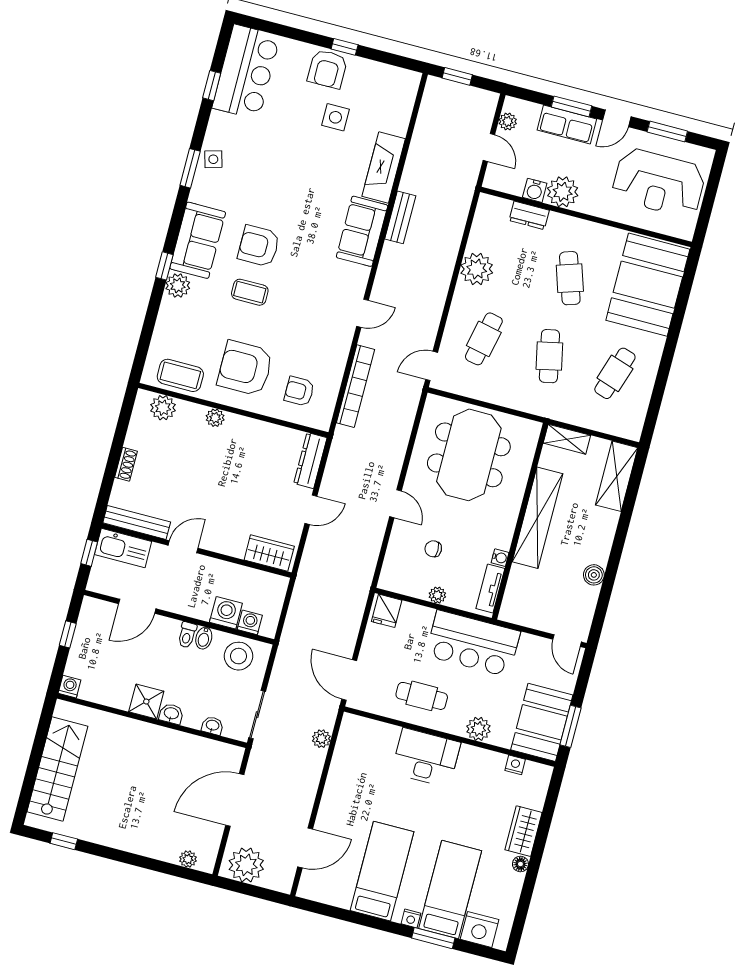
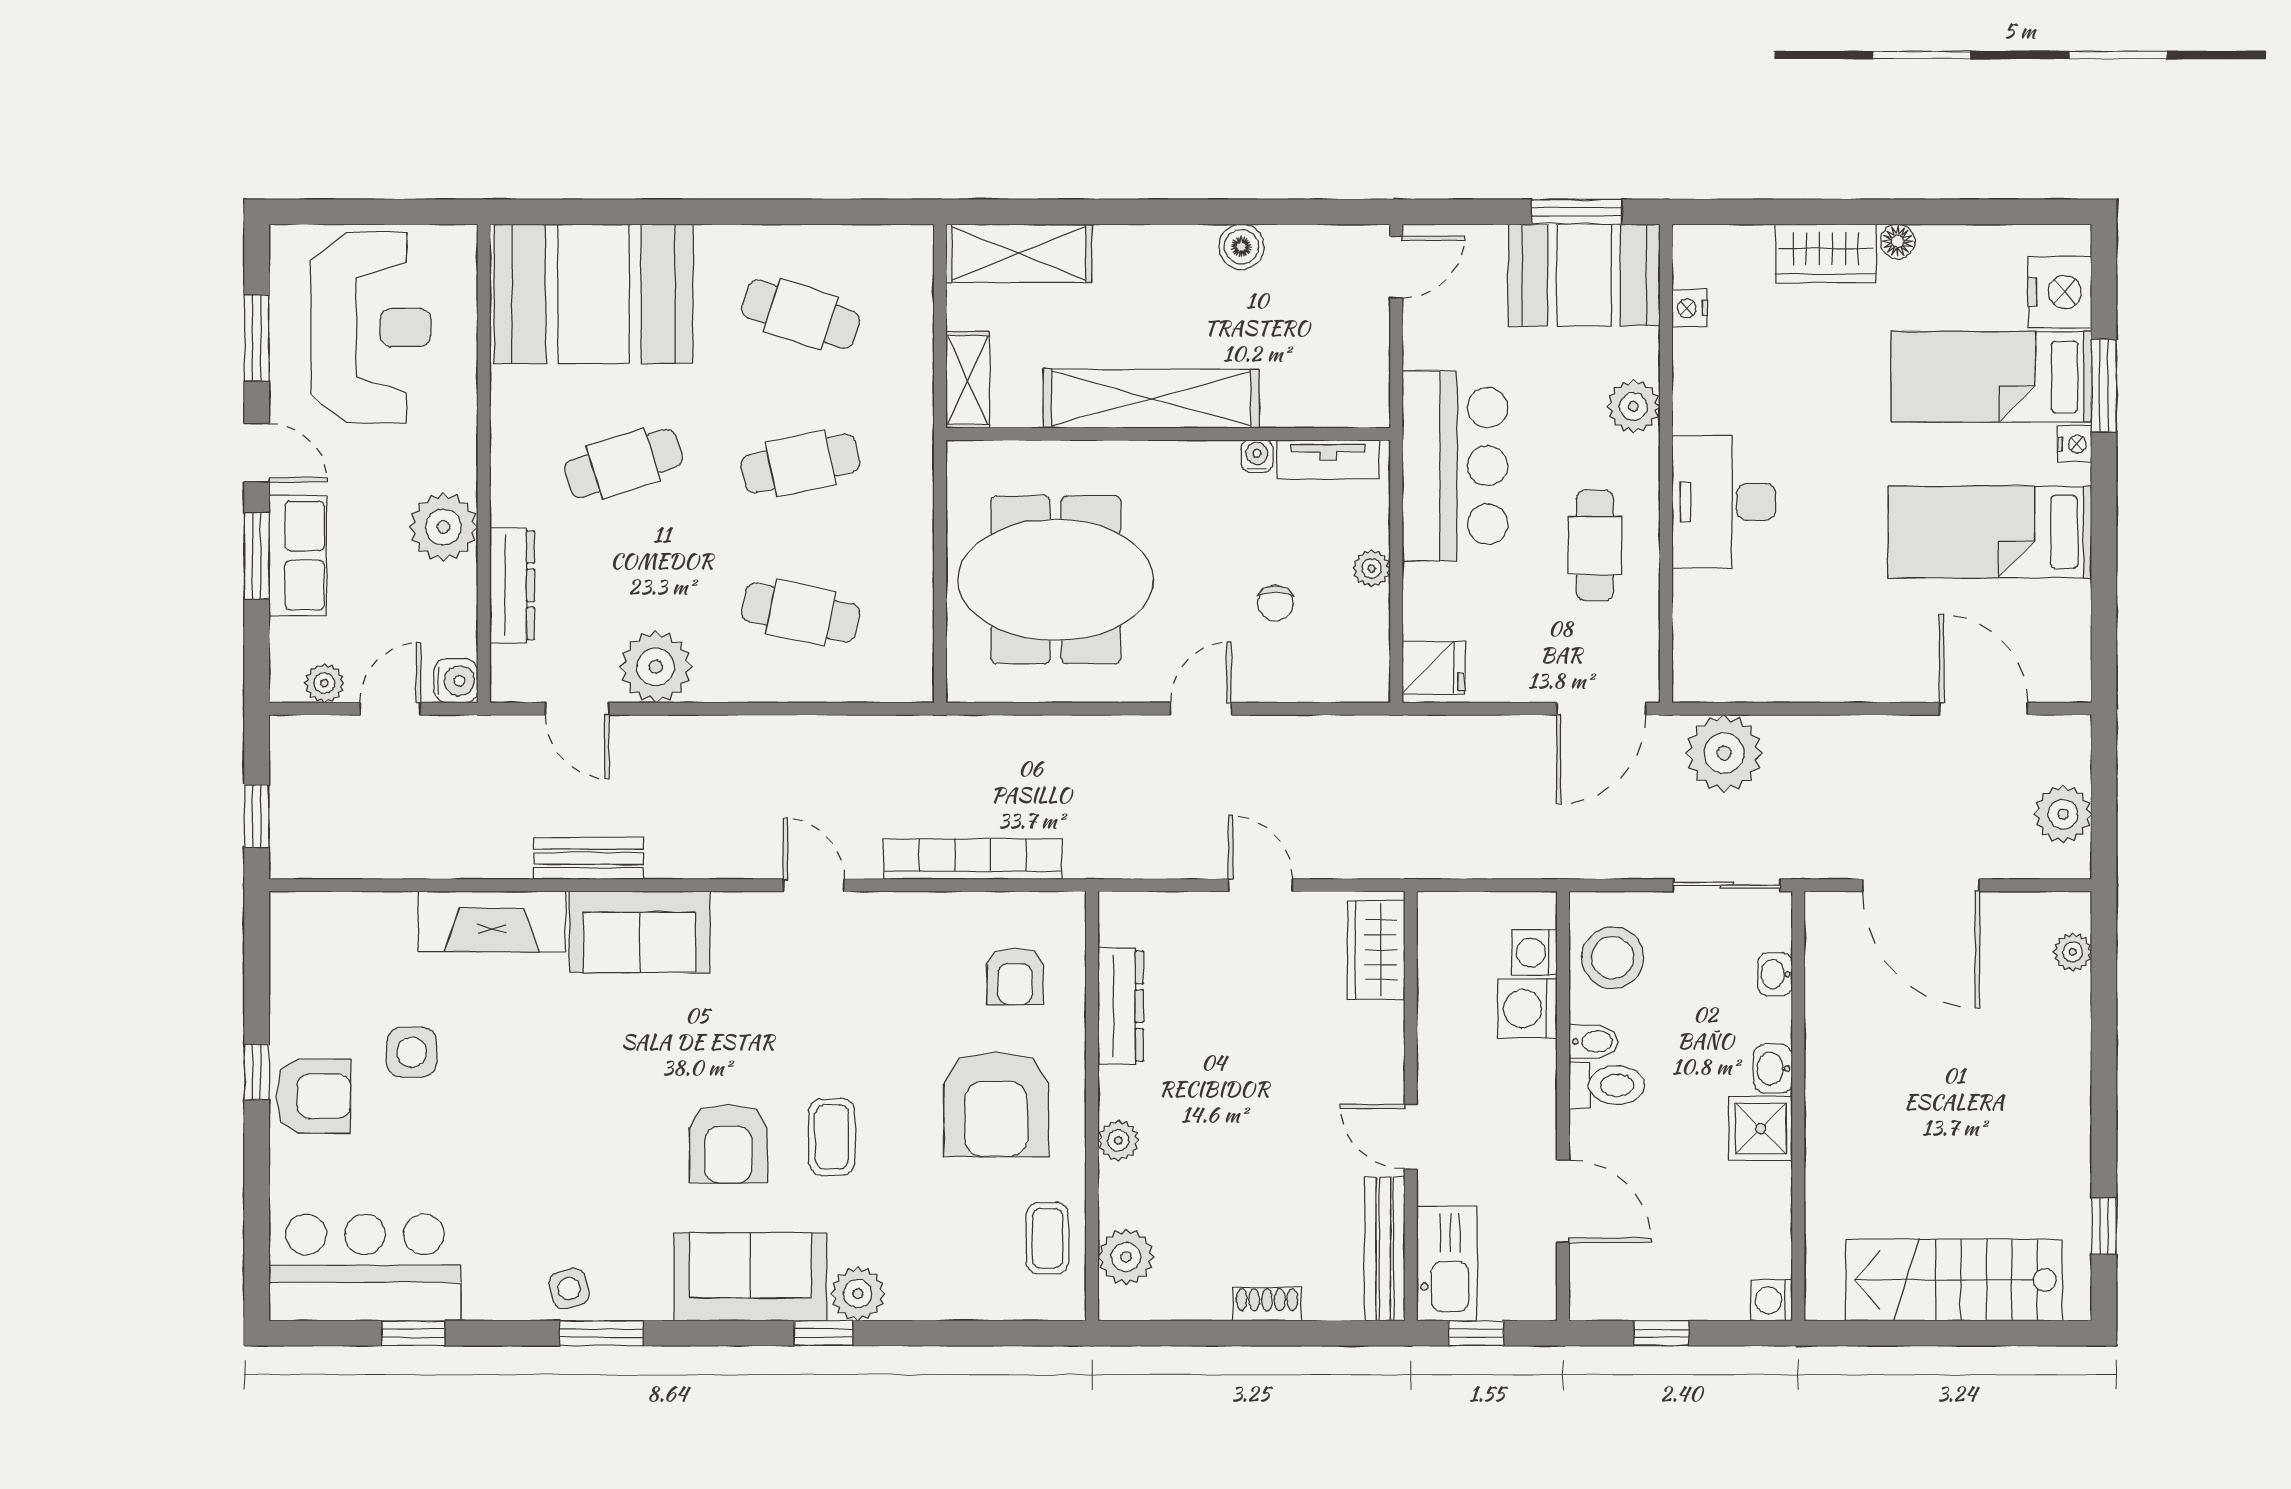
water cooler: (535, 190) -> (456, 681), moved
dresser: (529, 215) -> (512, 585), width x1.44
door: (432, 366) -> (577, 709), moved
coffee table: (180, 375) -> (1048, 1238), width x0.73, depth x0.77
dresser: (310, 461) -> (1121, 1006), moved, turned -90
toilet: (187, 635) -> (1607, 1085), width x1.37, depth x1.39
plant: (321, 739) -> (1724, 753), width x1.88, depth x1.88
plant: (246, 865) -> (2063, 814), width x0.73, depth x0.73

